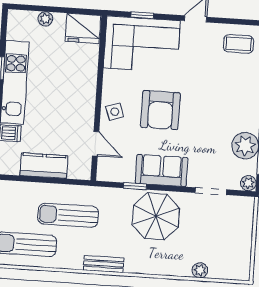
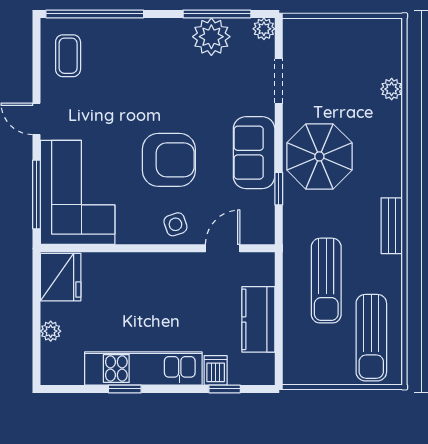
window: (142, 15) -> (37, 194), width x2.17

